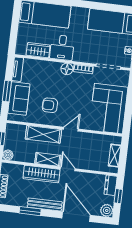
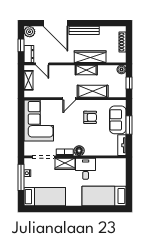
wardrobe: (38, 50) -> (65, 164), moved
door: (68, 169) -> (42, 64), moved
window: (30, 211) -> (96, 23), removed

